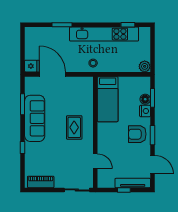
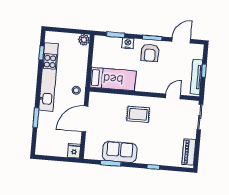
door: (52, 74) -> (85, 119), moved
floor lamp: (145, 99) -> (116, 42), removed
sofa: (35, 118) -> (120, 152), width x0.73
tv unit: (133, 183) -> (196, 77), moved

